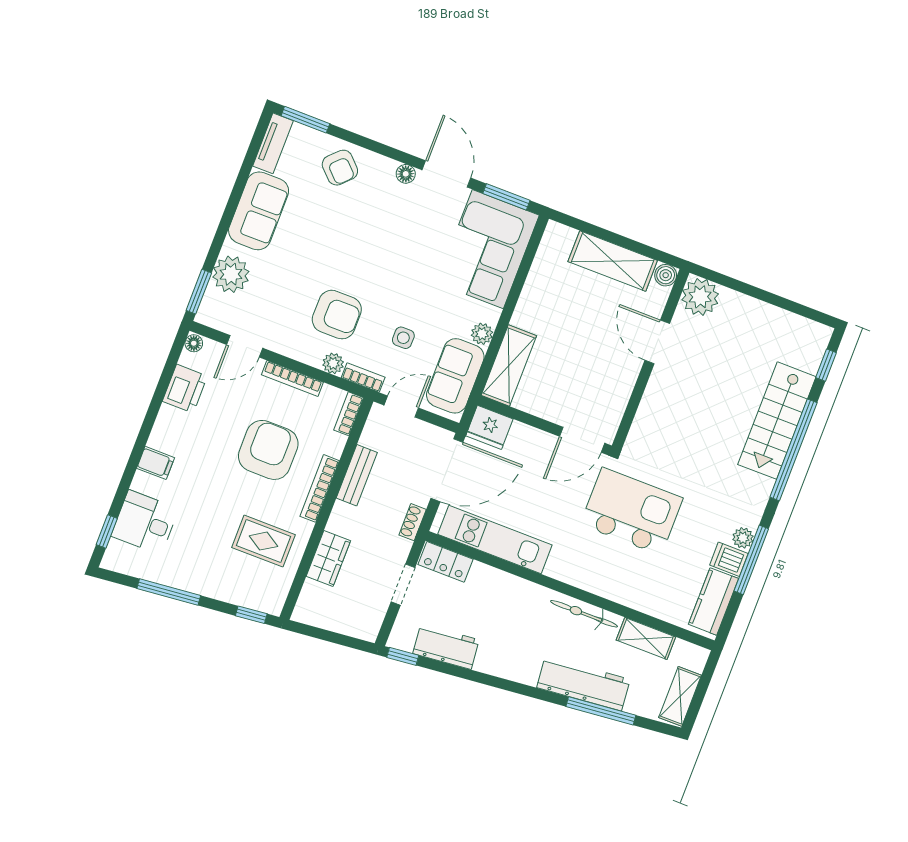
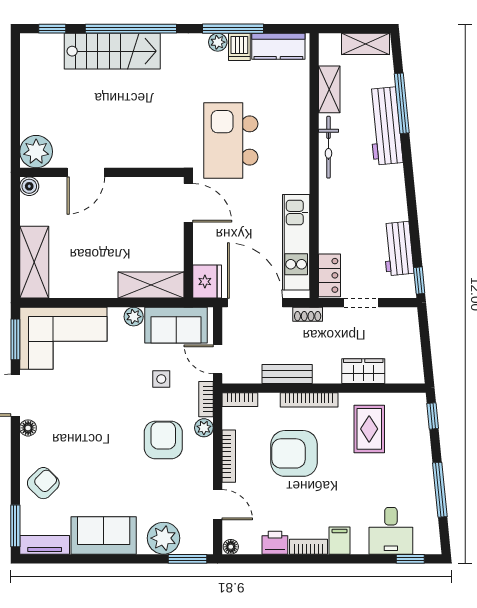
shelving: (613, 261) -> (34, 262), moved
printer: (185, 389) -> (275, 543), width x0.73, depth x0.81
bookcase: (162, 427) -> (308, 547), added

